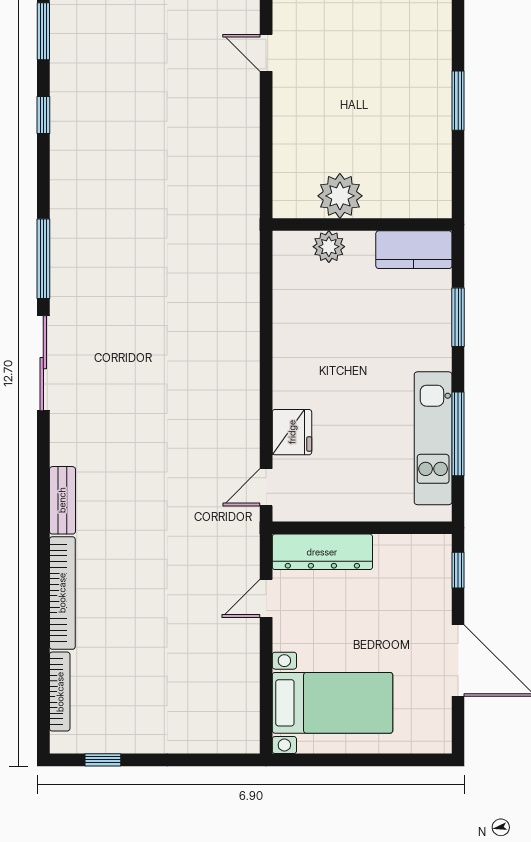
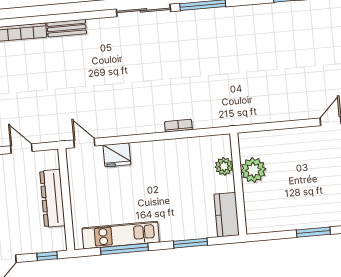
bookcase: (251, 320) -> (178, 126), added
dresser: (322, 552) -> (52, 198), moved

